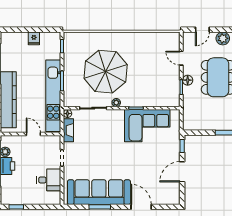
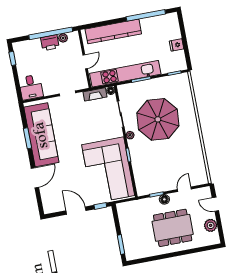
corner sofa: (147, 126) -> (108, 170), width x1.36, depth x1.36
desk: (49, 180) -> (31, 87), moved

